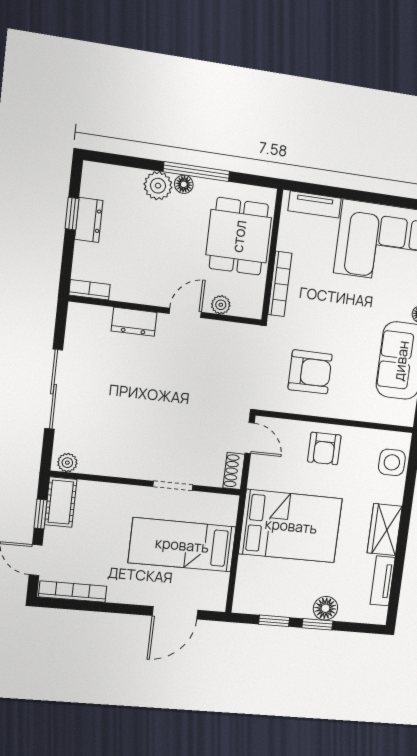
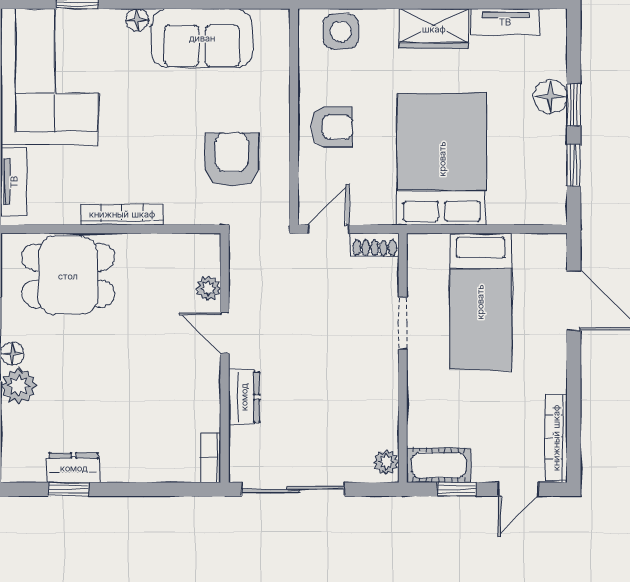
bookcase: (89, 290) -> (211, 458), moved
plant: (221, 305) -> (208, 288), moved
wall: (166, 310) -> (225, 358), moved
door: (185, 313) -> (225, 333), moved
dresser: (134, 322) -> (244, 397), moved

